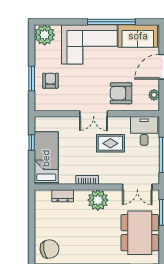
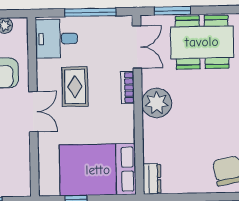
bed: (46, 158) -> (98, 170), width x1.50
bookcase: (87, 180) -> (127, 88), moved
dresser: (63, 196) -> (152, 179), moved

